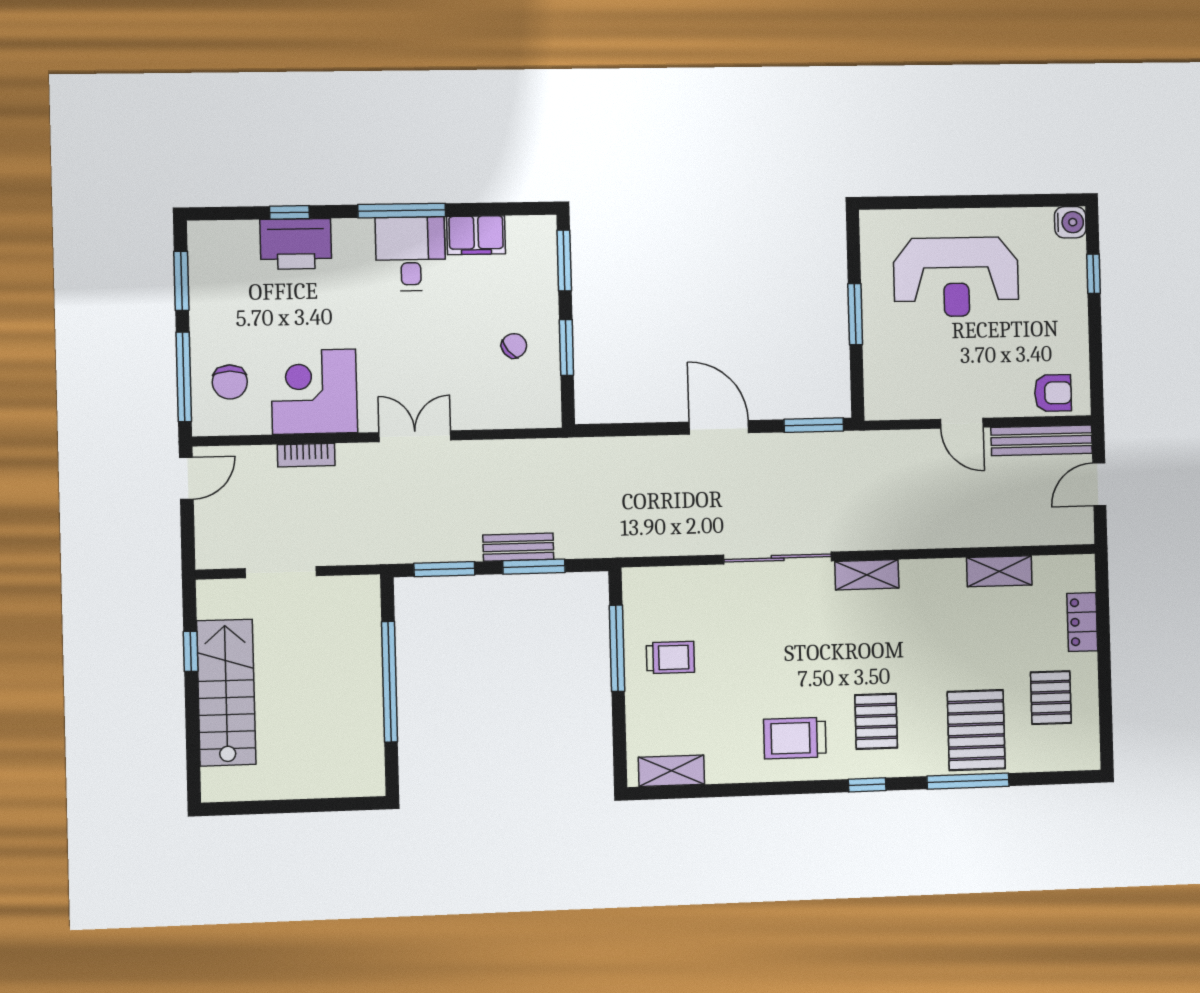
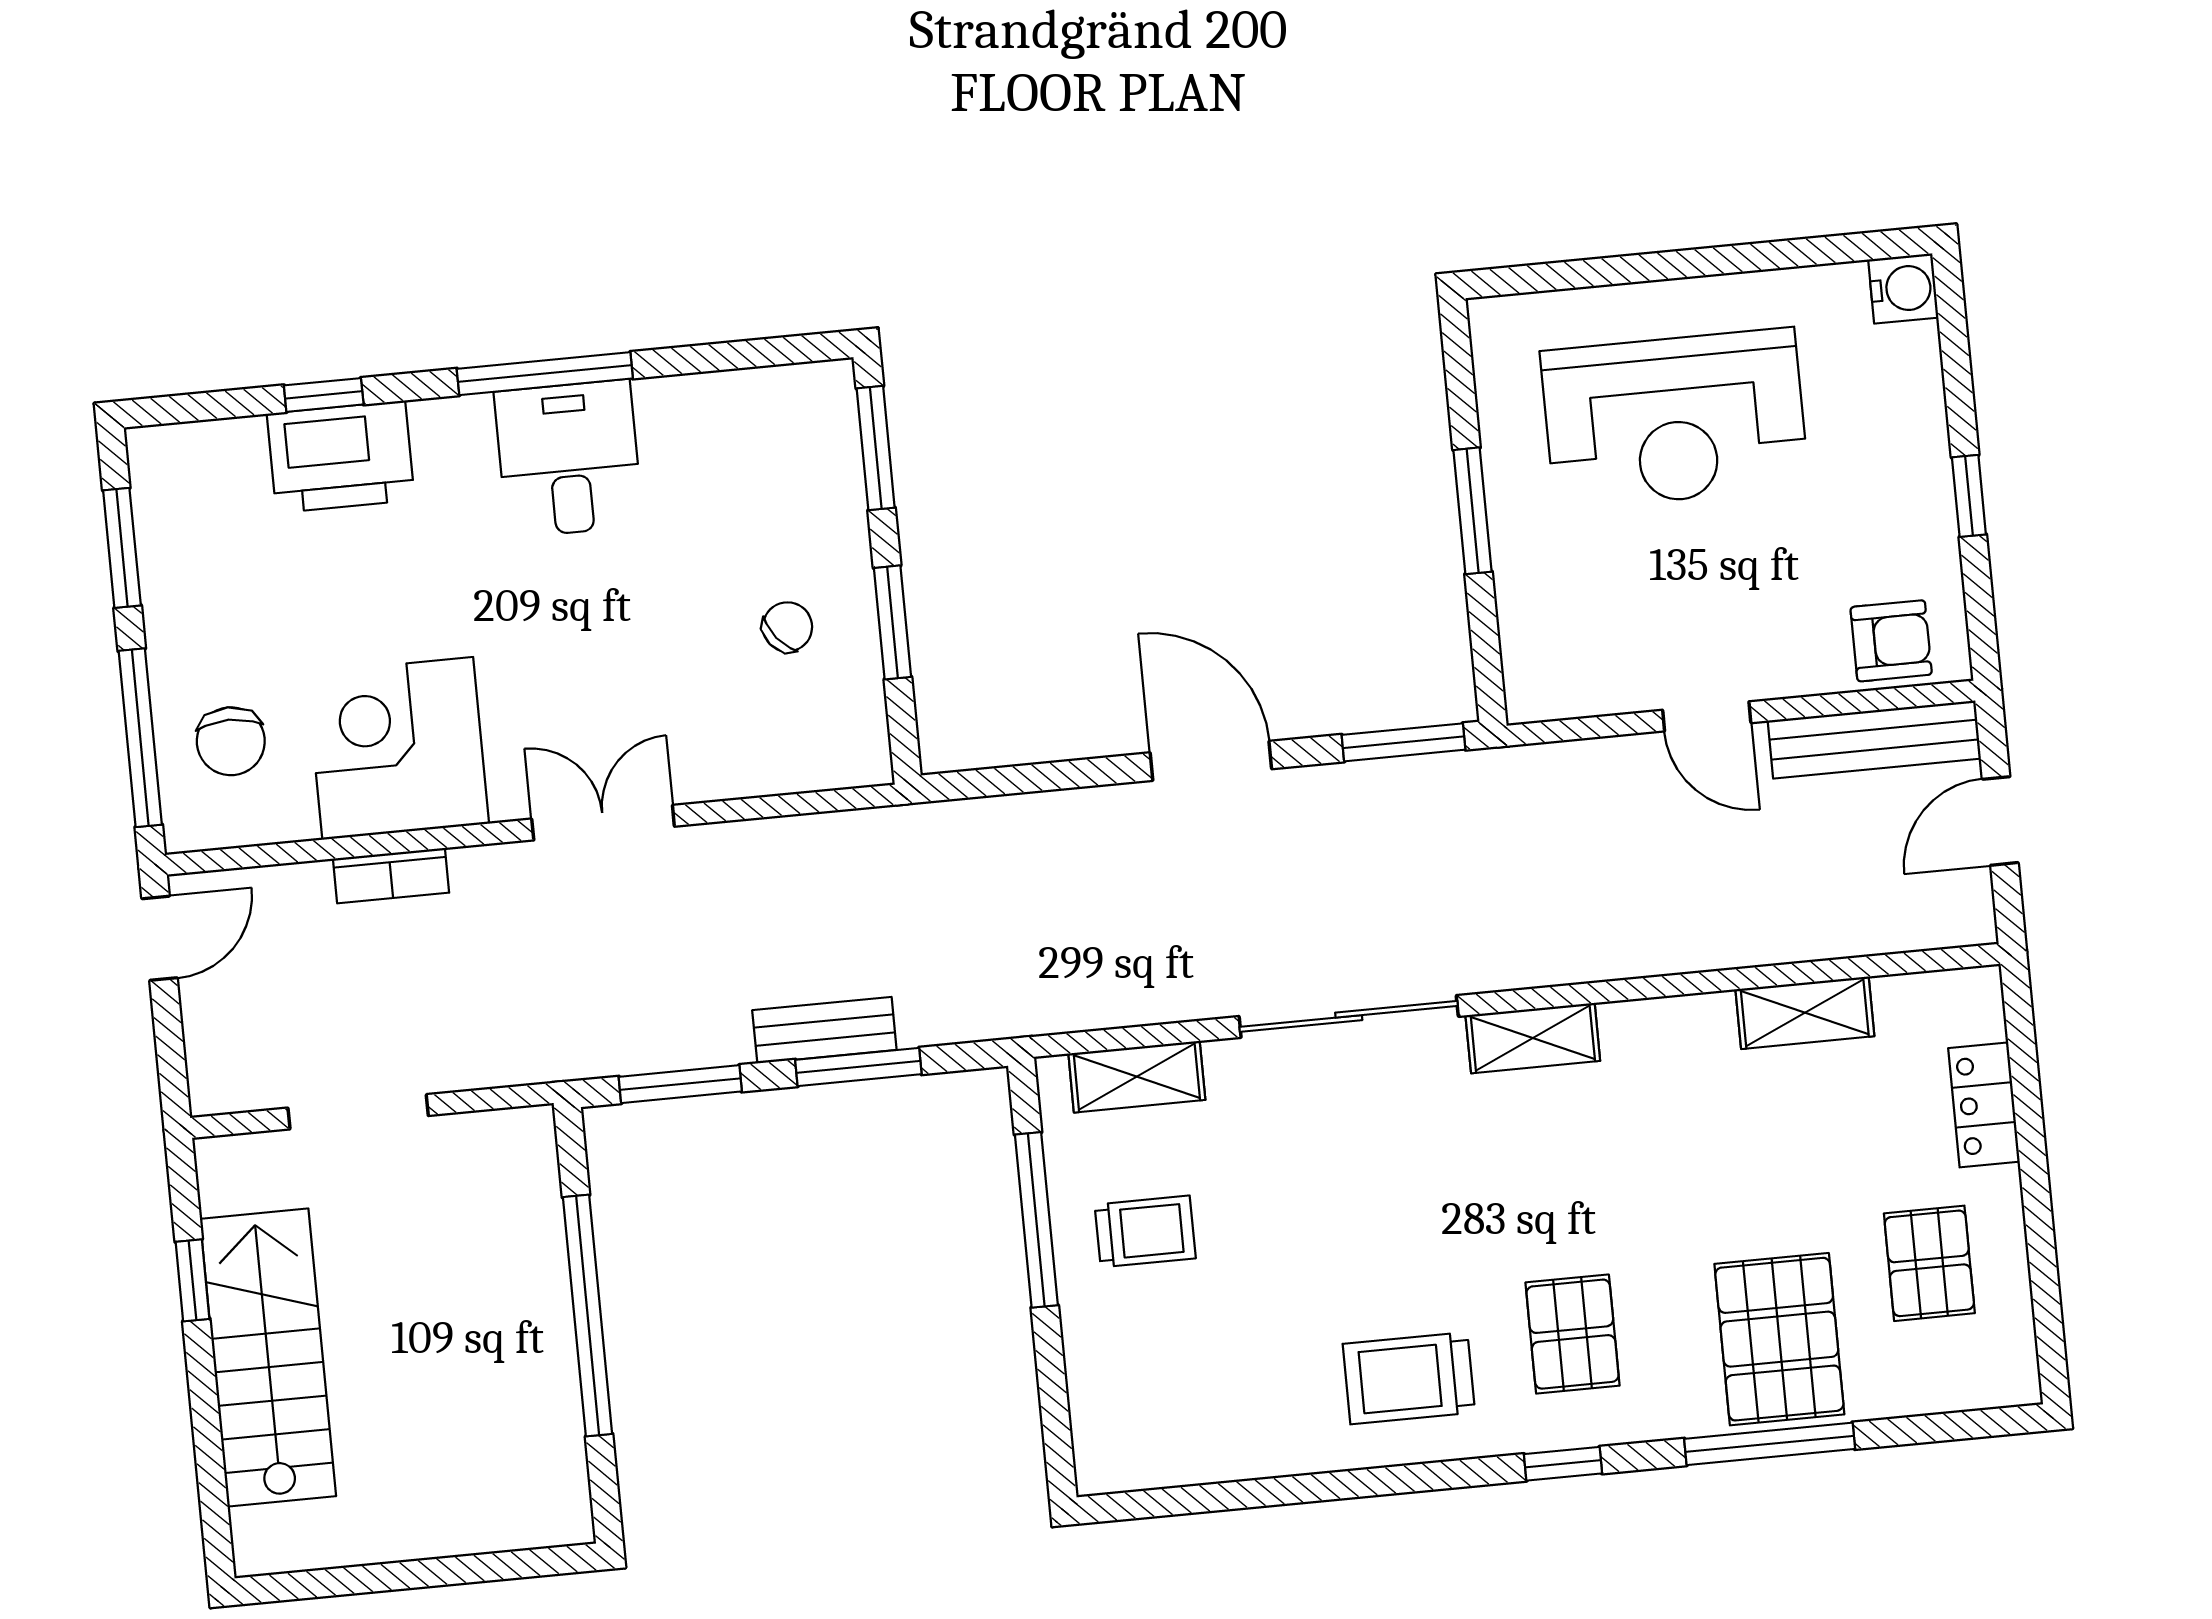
filing cabinet: (476, 235) -> (696, 411), removed
window: (1093, 274) -> (1969, 496), moved
shelving: (671, 771) -> (1137, 1077), moved

